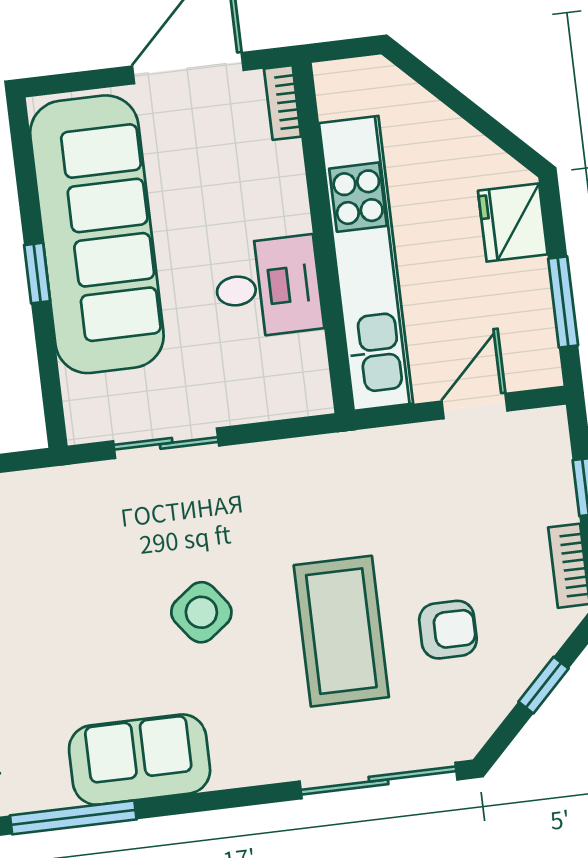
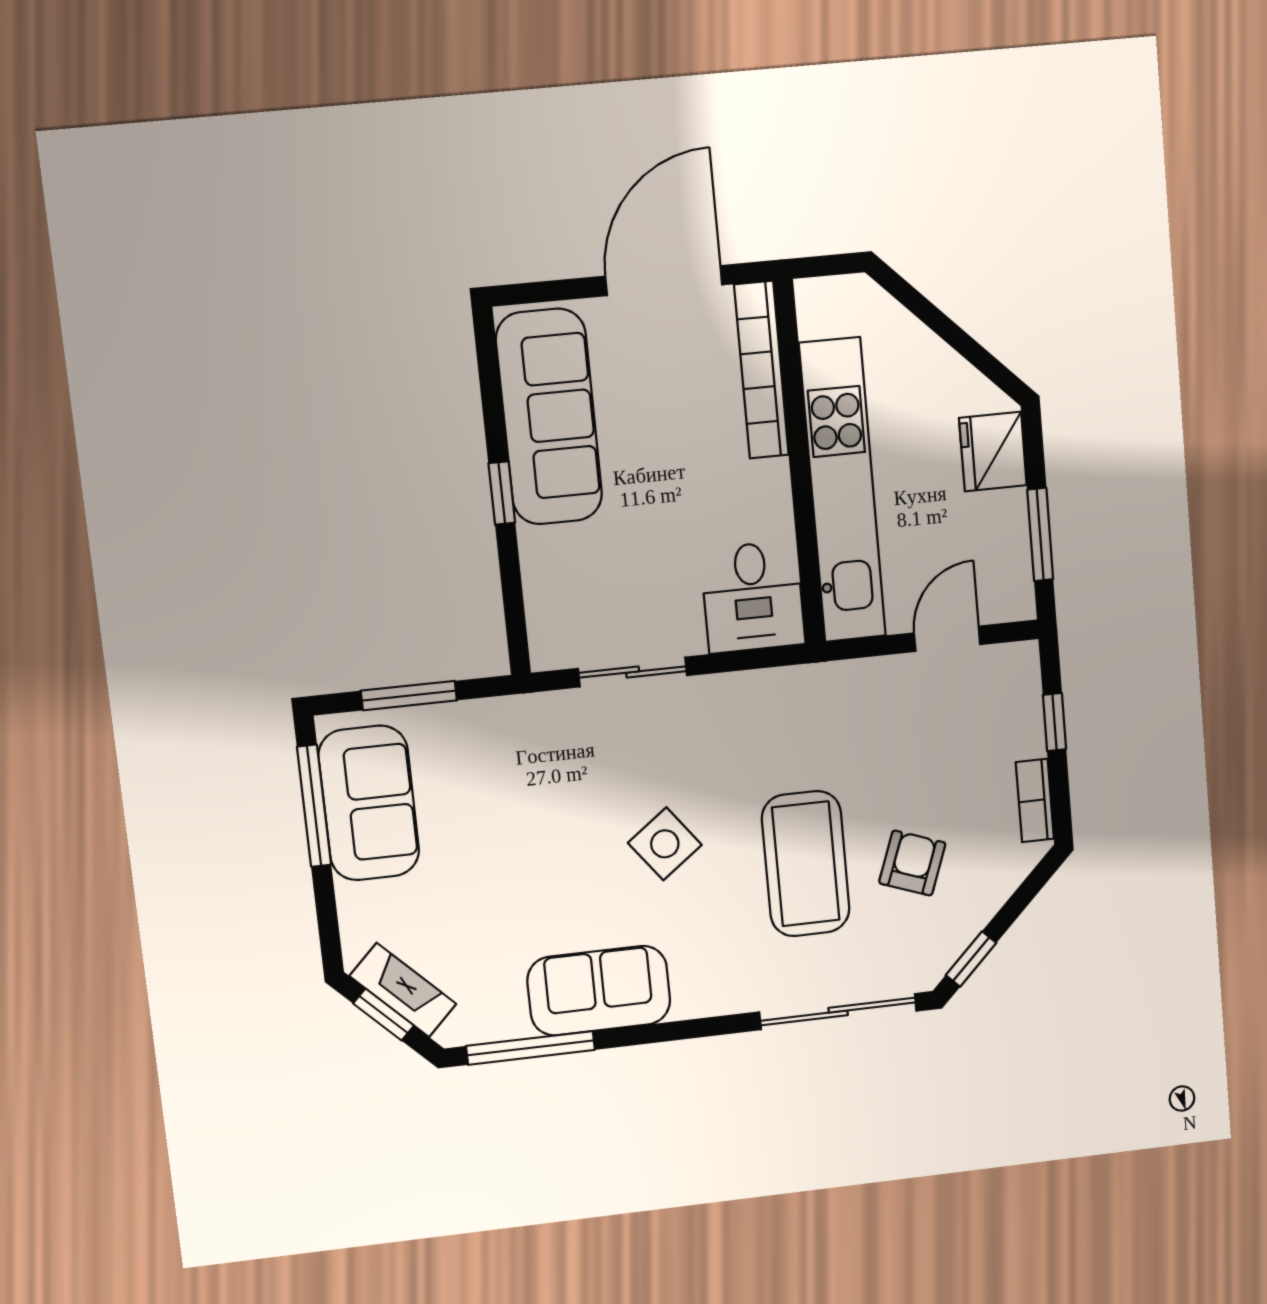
bookcase: (283, 103) -> (761, 370), width x2.31, depth x1.31
sofa: (97, 234) -> (549, 417), width x0.74, depth x0.79
desk: (268, 287) -> (753, 597), moved, turned 90
armchair: (448, 630) -> (912, 863), turned -70
window: (544, 685) -> (971, 959), moved

